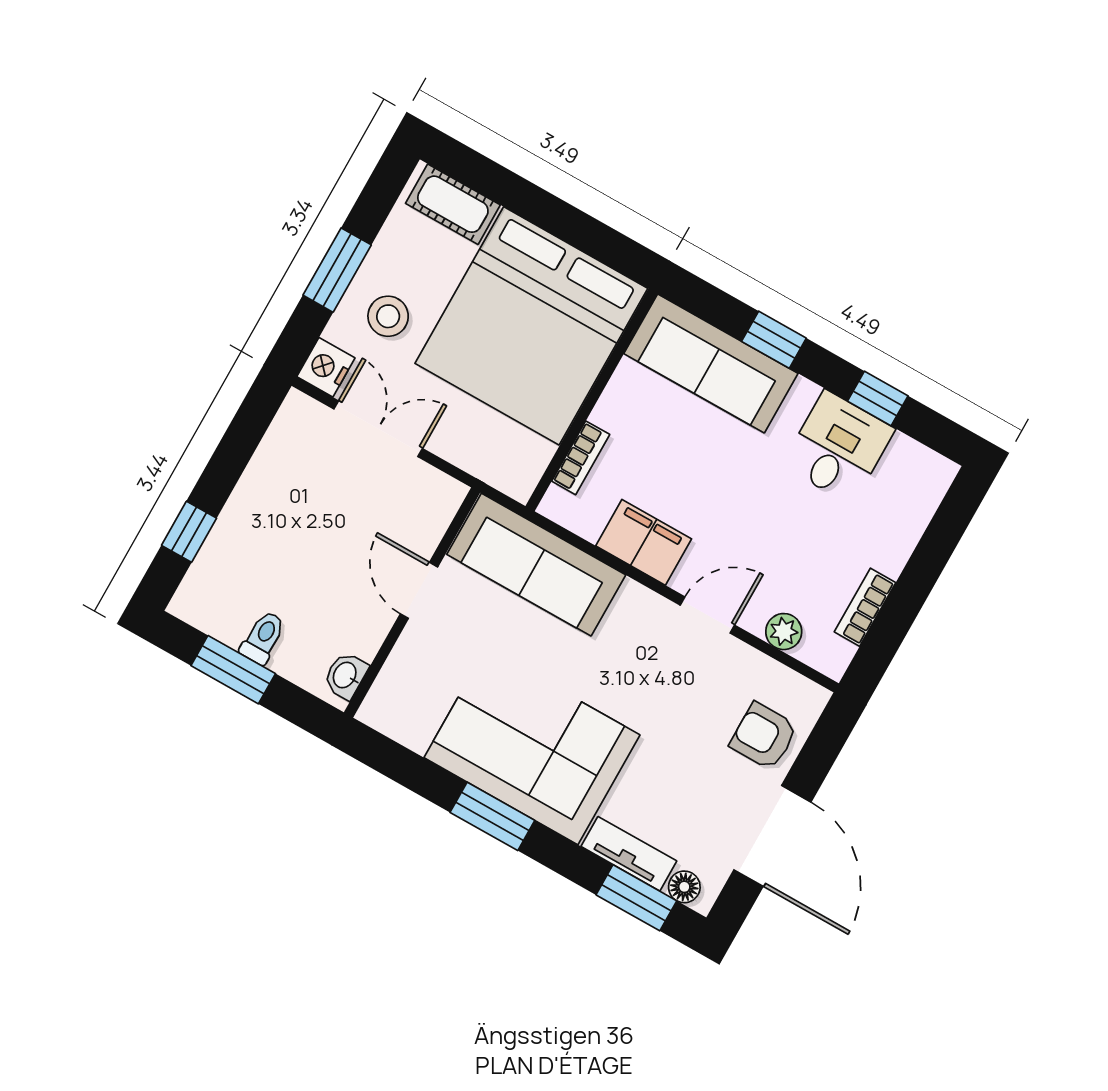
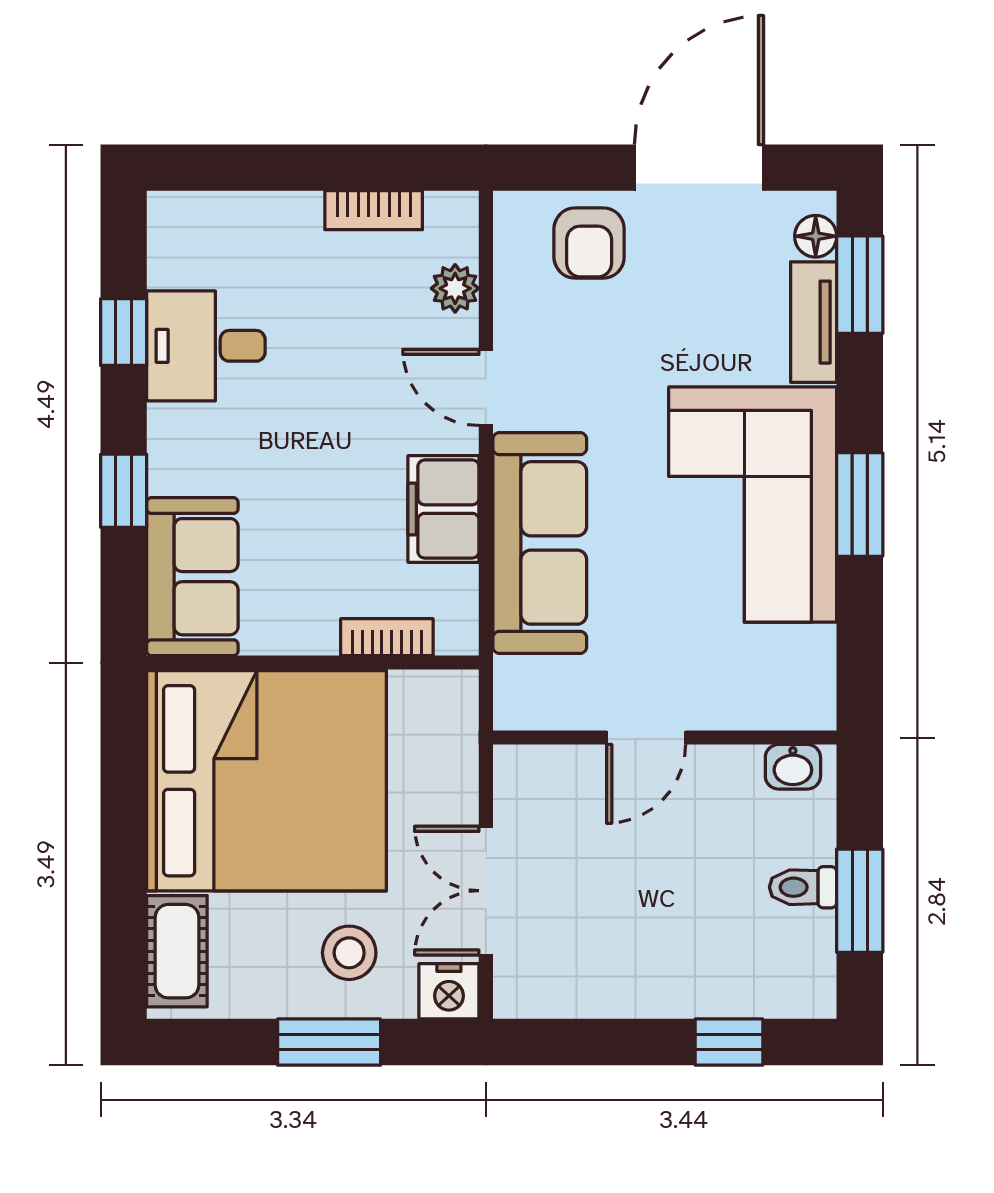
sofa: (711, 363) -> (192, 577), width x0.73
sofa: (536, 565) -> (540, 543), moved

